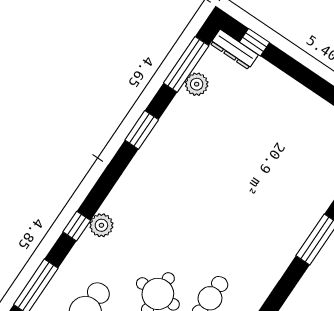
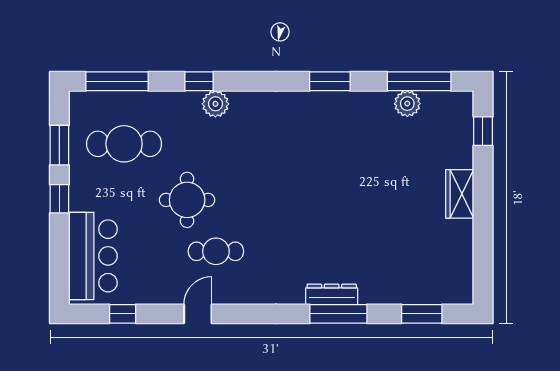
dresser: (234, 49) -> (332, 294), moved, turned 90
wardrobe: (289, 91) -> (460, 194), added

